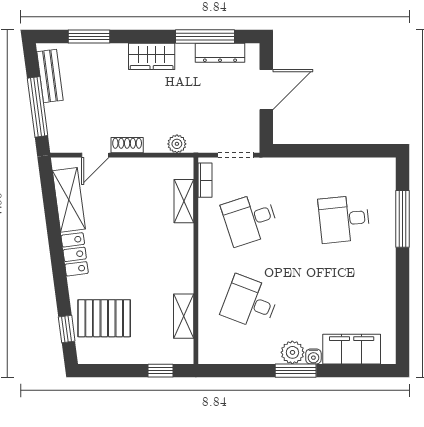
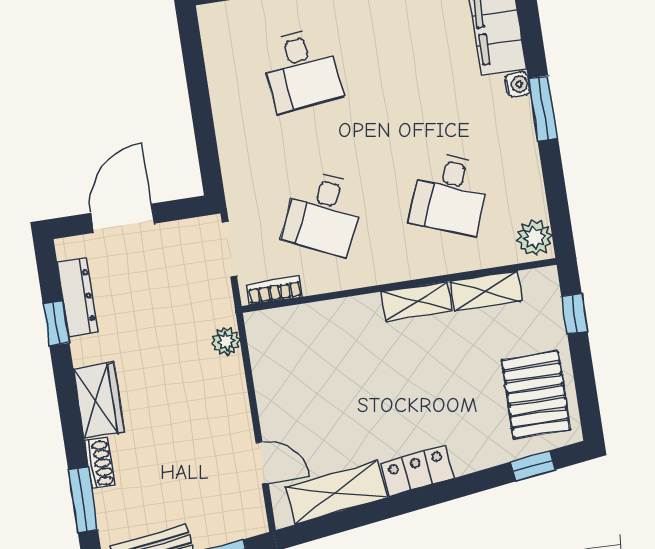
window: (205, 36) -> (56, 324), width x0.46
door: (266, 90) -> (123, 218), hinge flipped
shoe rack: (127, 145) -> (100, 463), moved, turned 180
shelving: (184, 201) -> (416, 301), moved
desk: (250, 219) -> (323, 213), turned 42
pallet: (104, 318) -> (536, 395), moved
plant: (292, 352) -> (534, 238), moved

